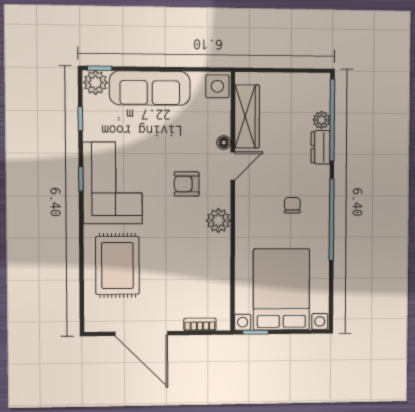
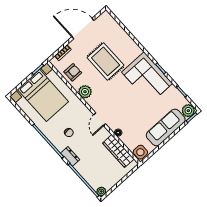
plant: (322, 120) -> (101, 191), moved
dresser: (321, 147) -> (70, 156), moved
door: (233, 166) -> (100, 119), moved
armchair: (187, 184) -> (73, 72), moved
plant: (218, 221) -> (85, 92), moved
rug: (117, 265) -> (106, 61), moved

